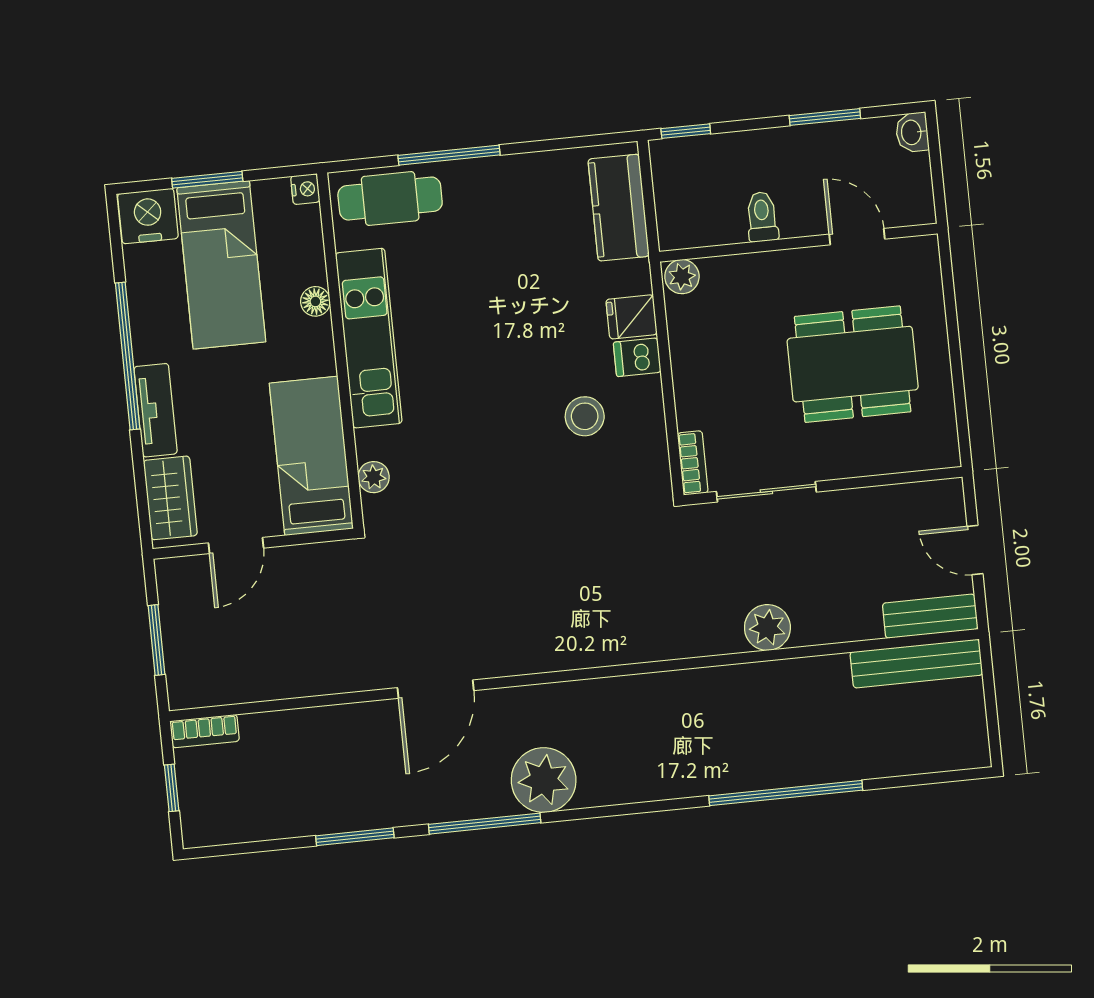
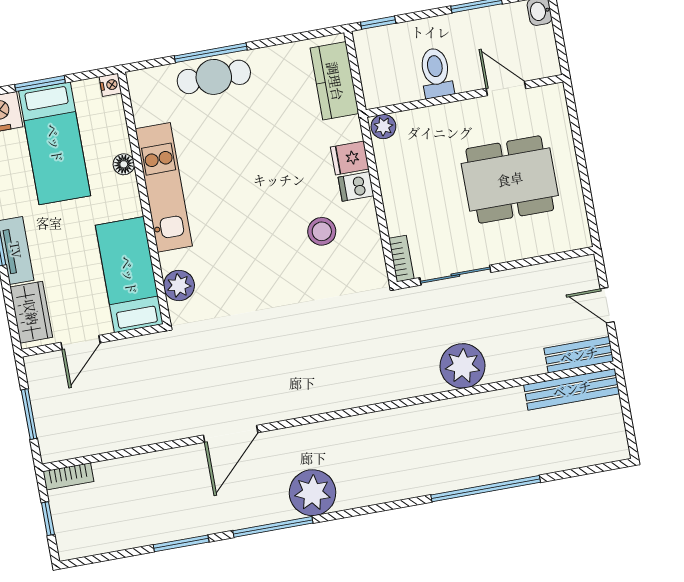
cafe table: (390, 199) -> (214, 77), moved
toilet: (762, 217) -> (436, 73), width x1.37, depth x1.39
plant: (374, 477) -> (179, 285), width x1.38, depth x1.38
plant: (767, 627) -> (463, 366), width x1.36, depth x1.36

